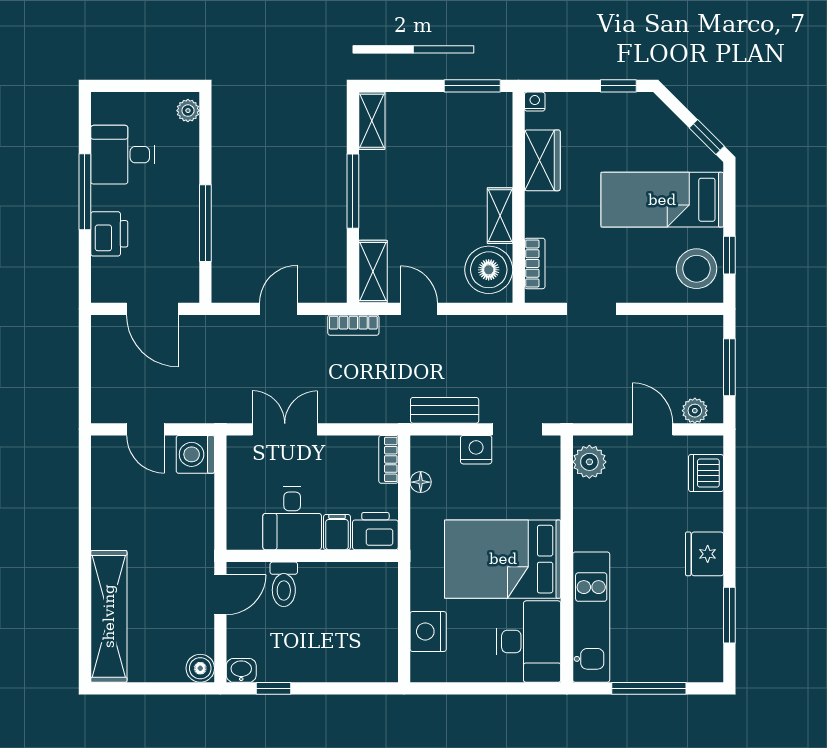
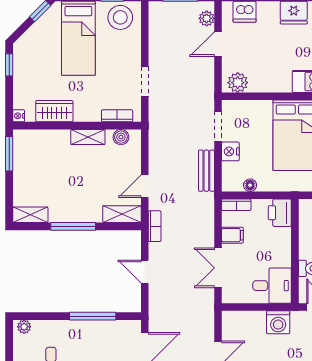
boiler: (489, 270) -> (121, 137), width x0.54, depth x0.54
washing machine: (195, 454) -> (278, 322), moved
desk: (292, 518) -> (272, 286), moved
filing cabinet: (337, 532) -> (232, 235), moved, turned 180

